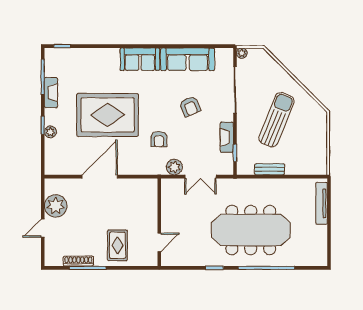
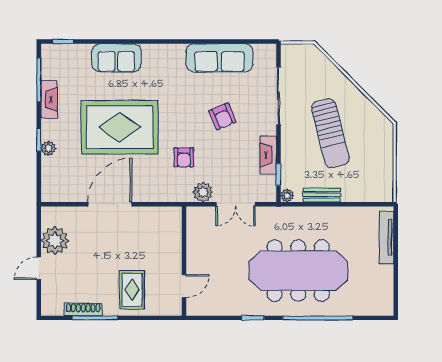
plant: (242, 53) -> (287, 196), moved
sofa: (140, 59) -> (116, 58), moved
sun lounger: (276, 120) -> (330, 133), turned 144

